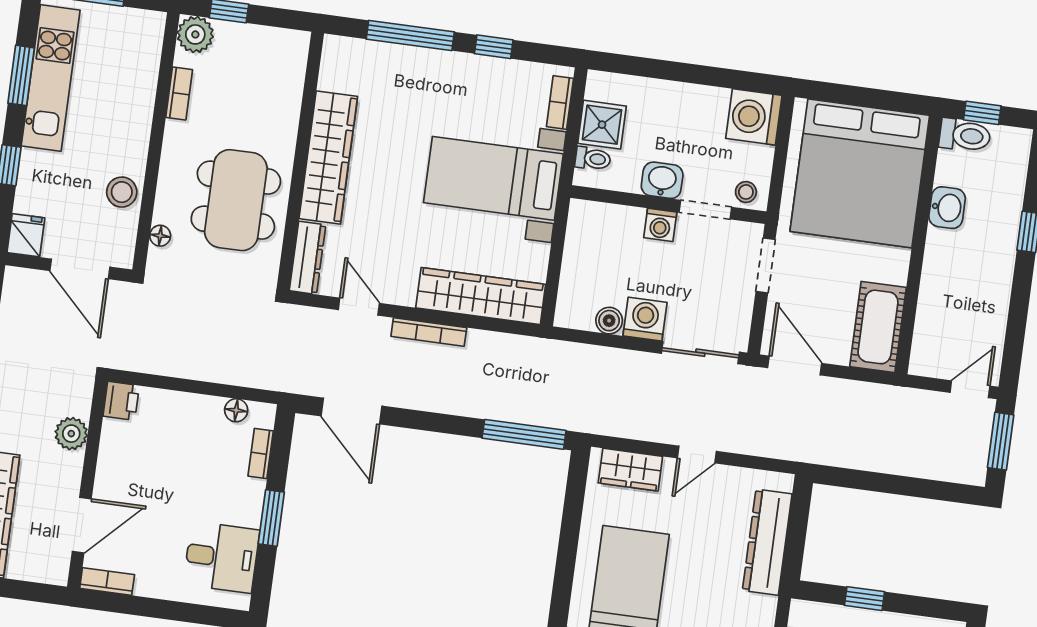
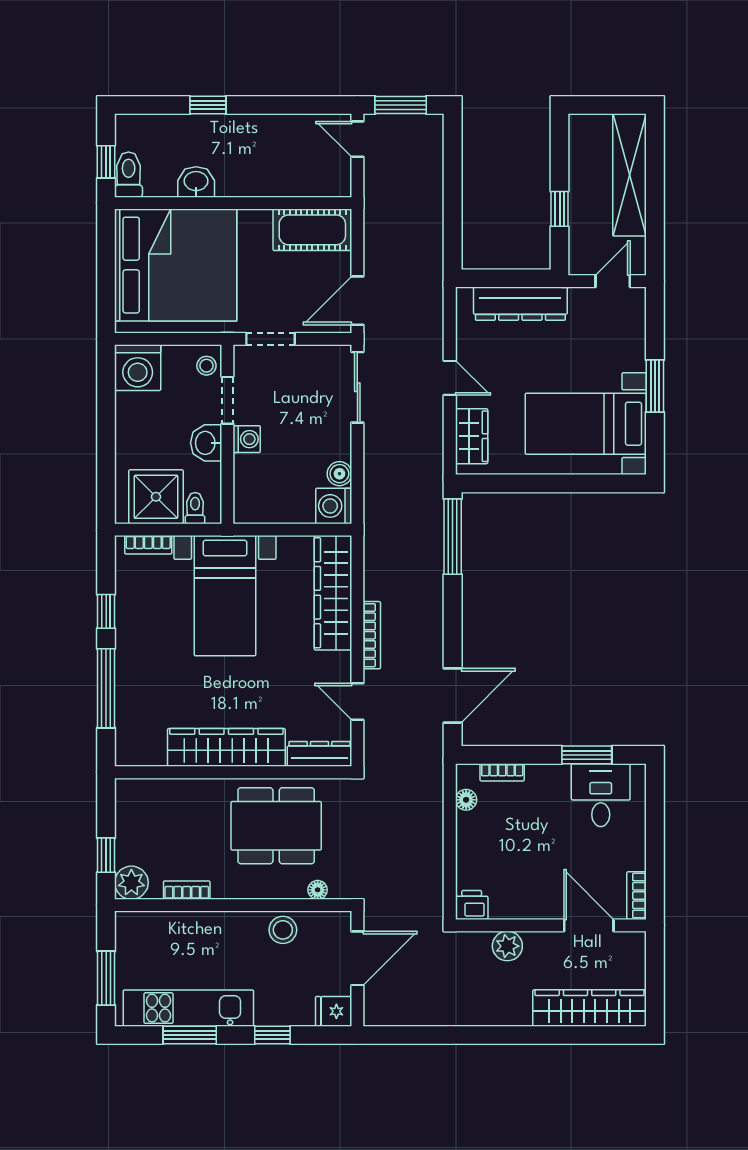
shower: (602, 125) -> (156, 497), width x1.36, depth x1.36
door: (359, 307) -> (357, 702), hinge flipped
washing machine: (645, 319) -> (334, 506), moved
window: (271, 518) -> (587, 755), moved

